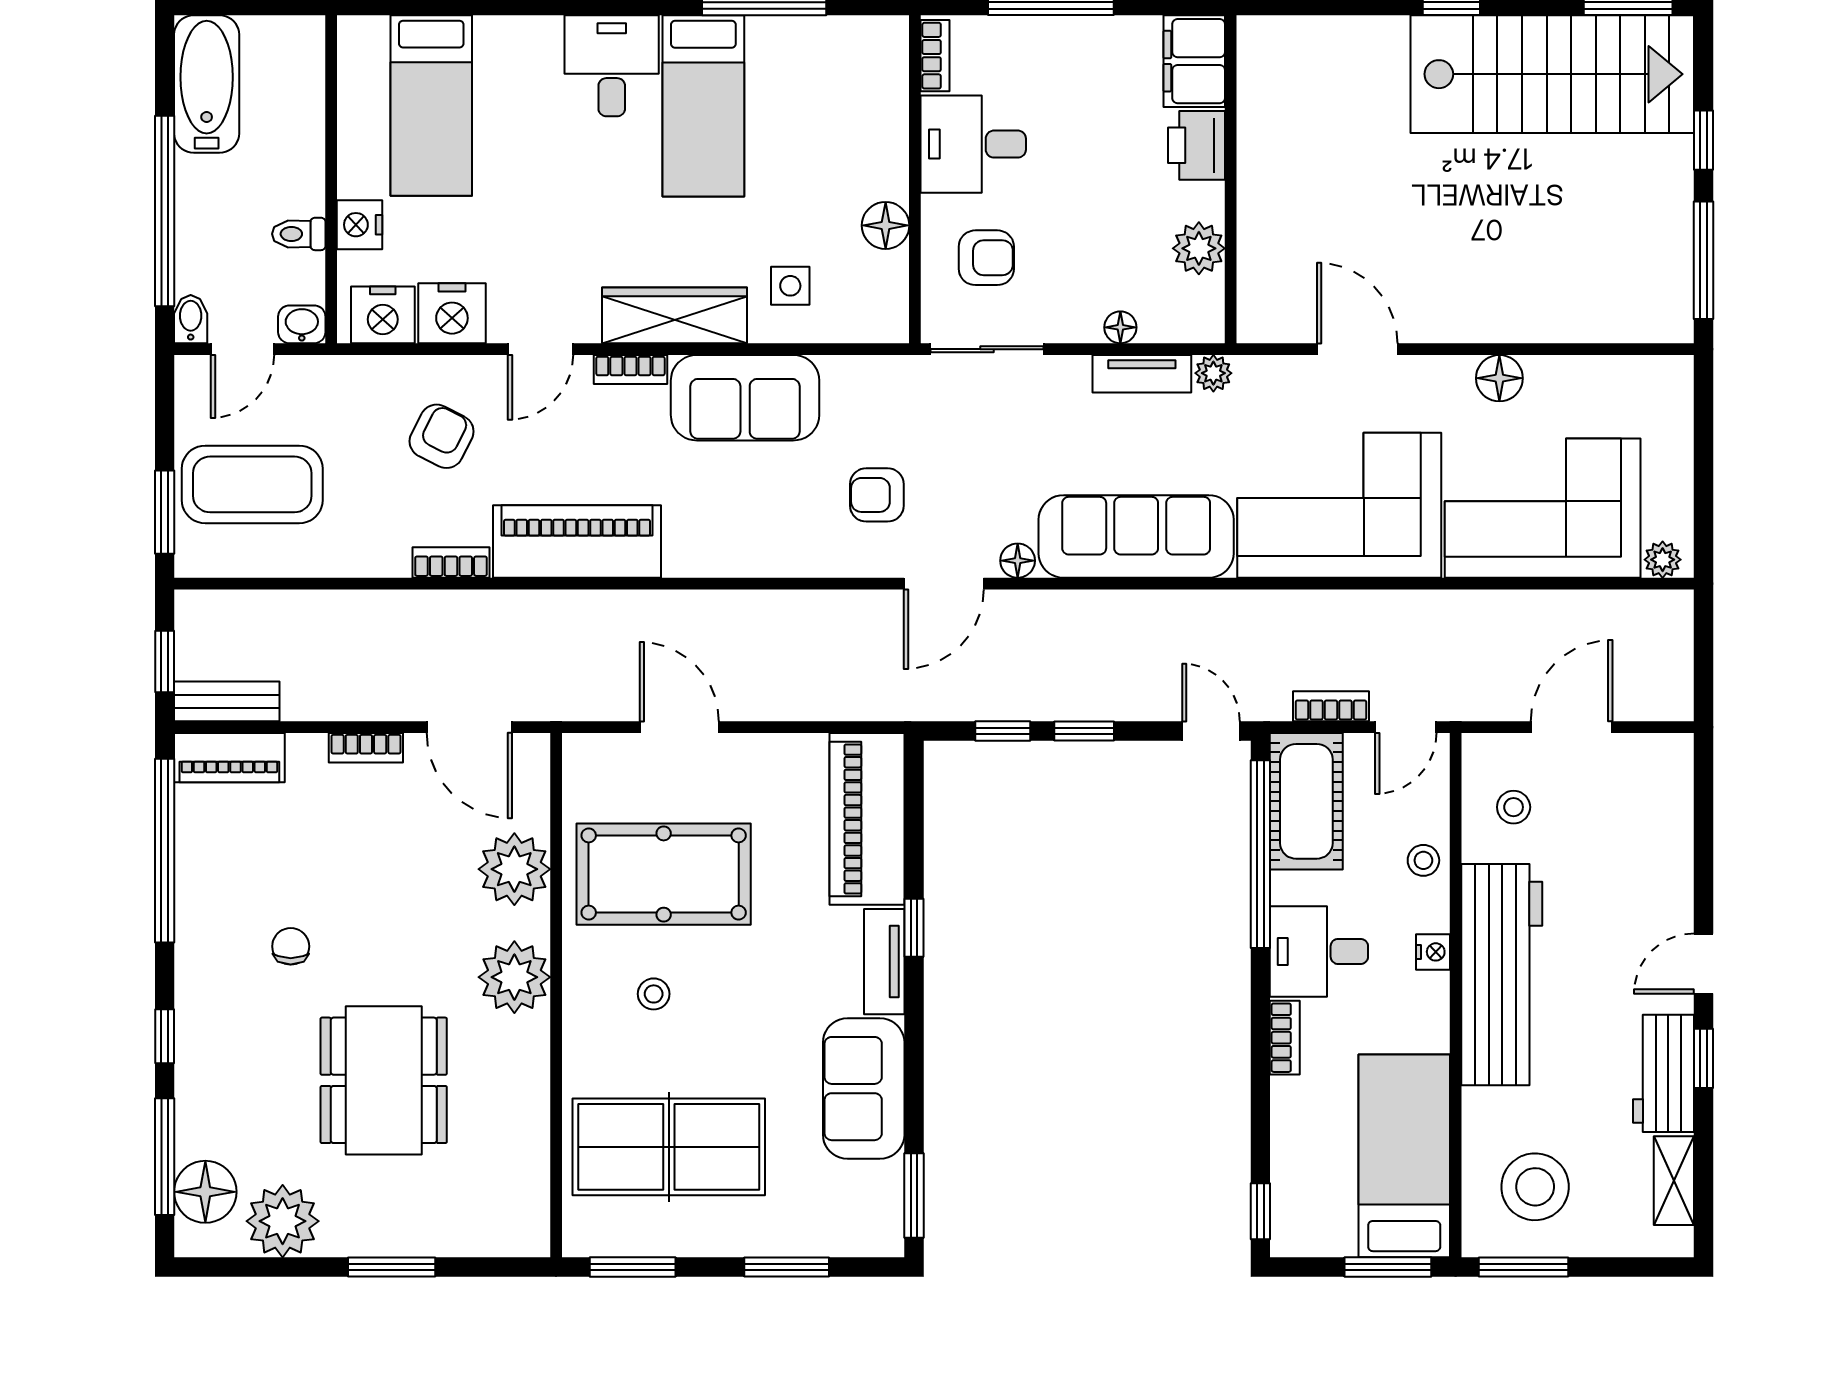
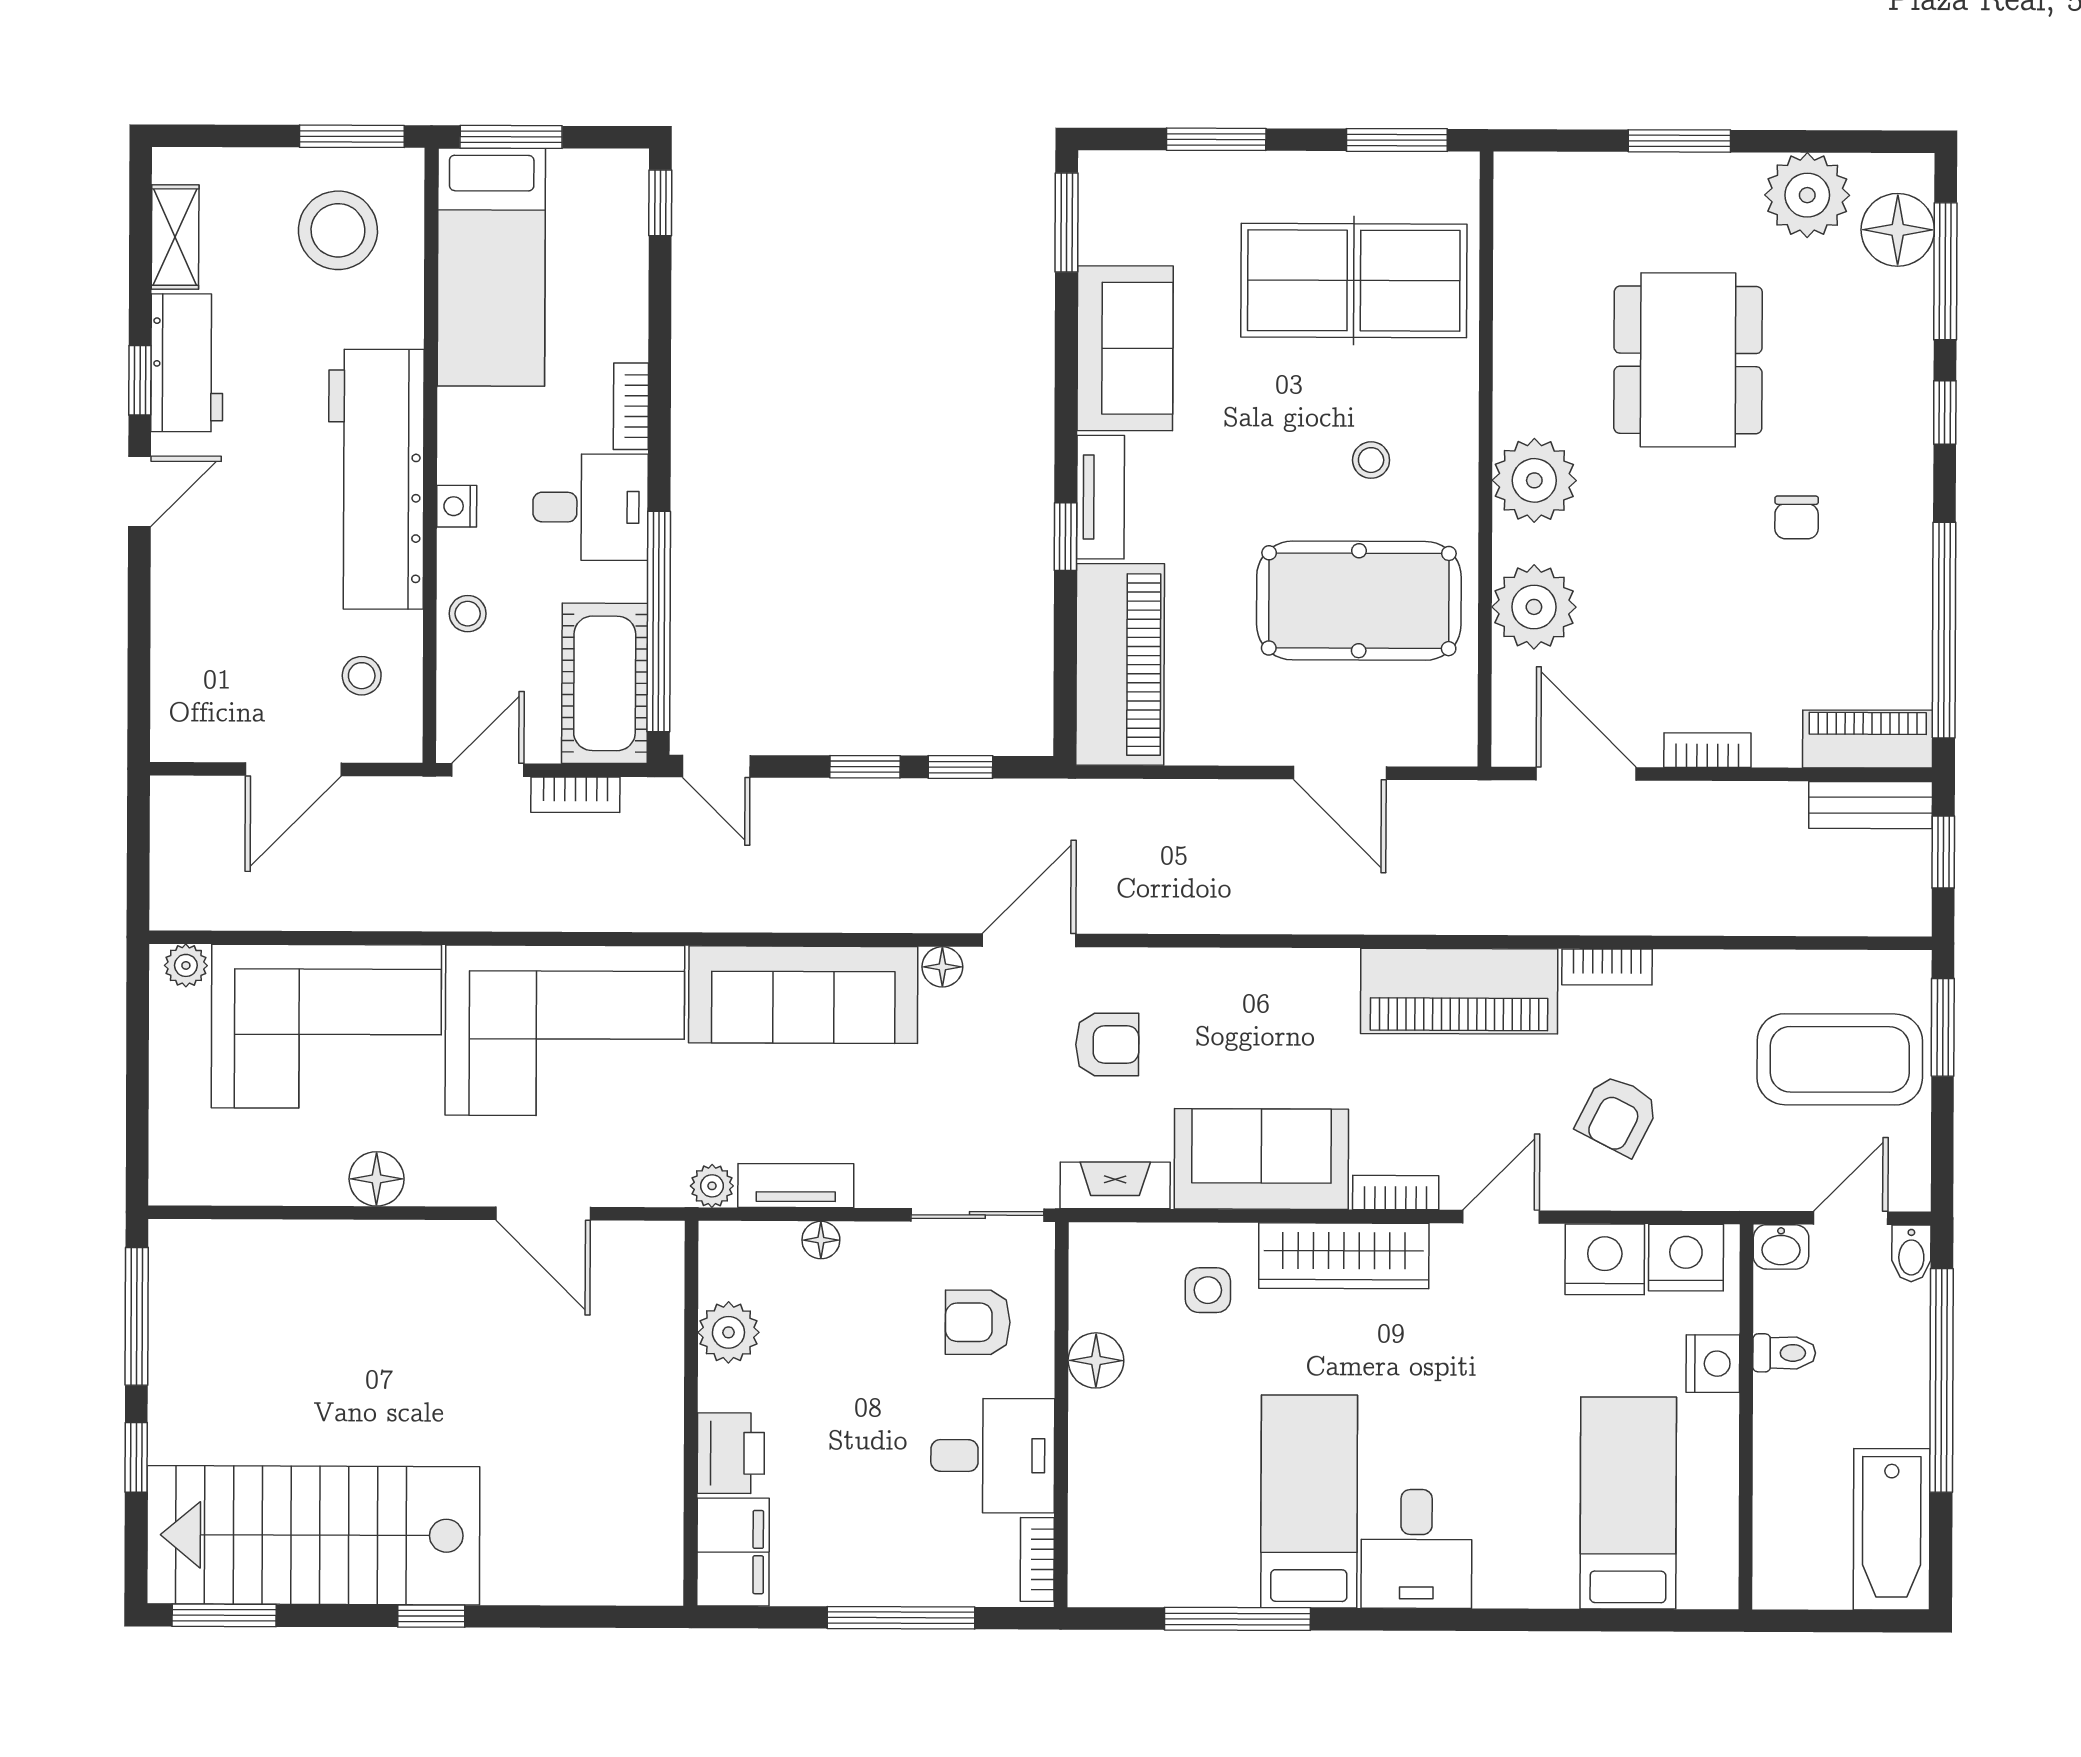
fireplace: (870, 375) -> (1115, 1185), added

